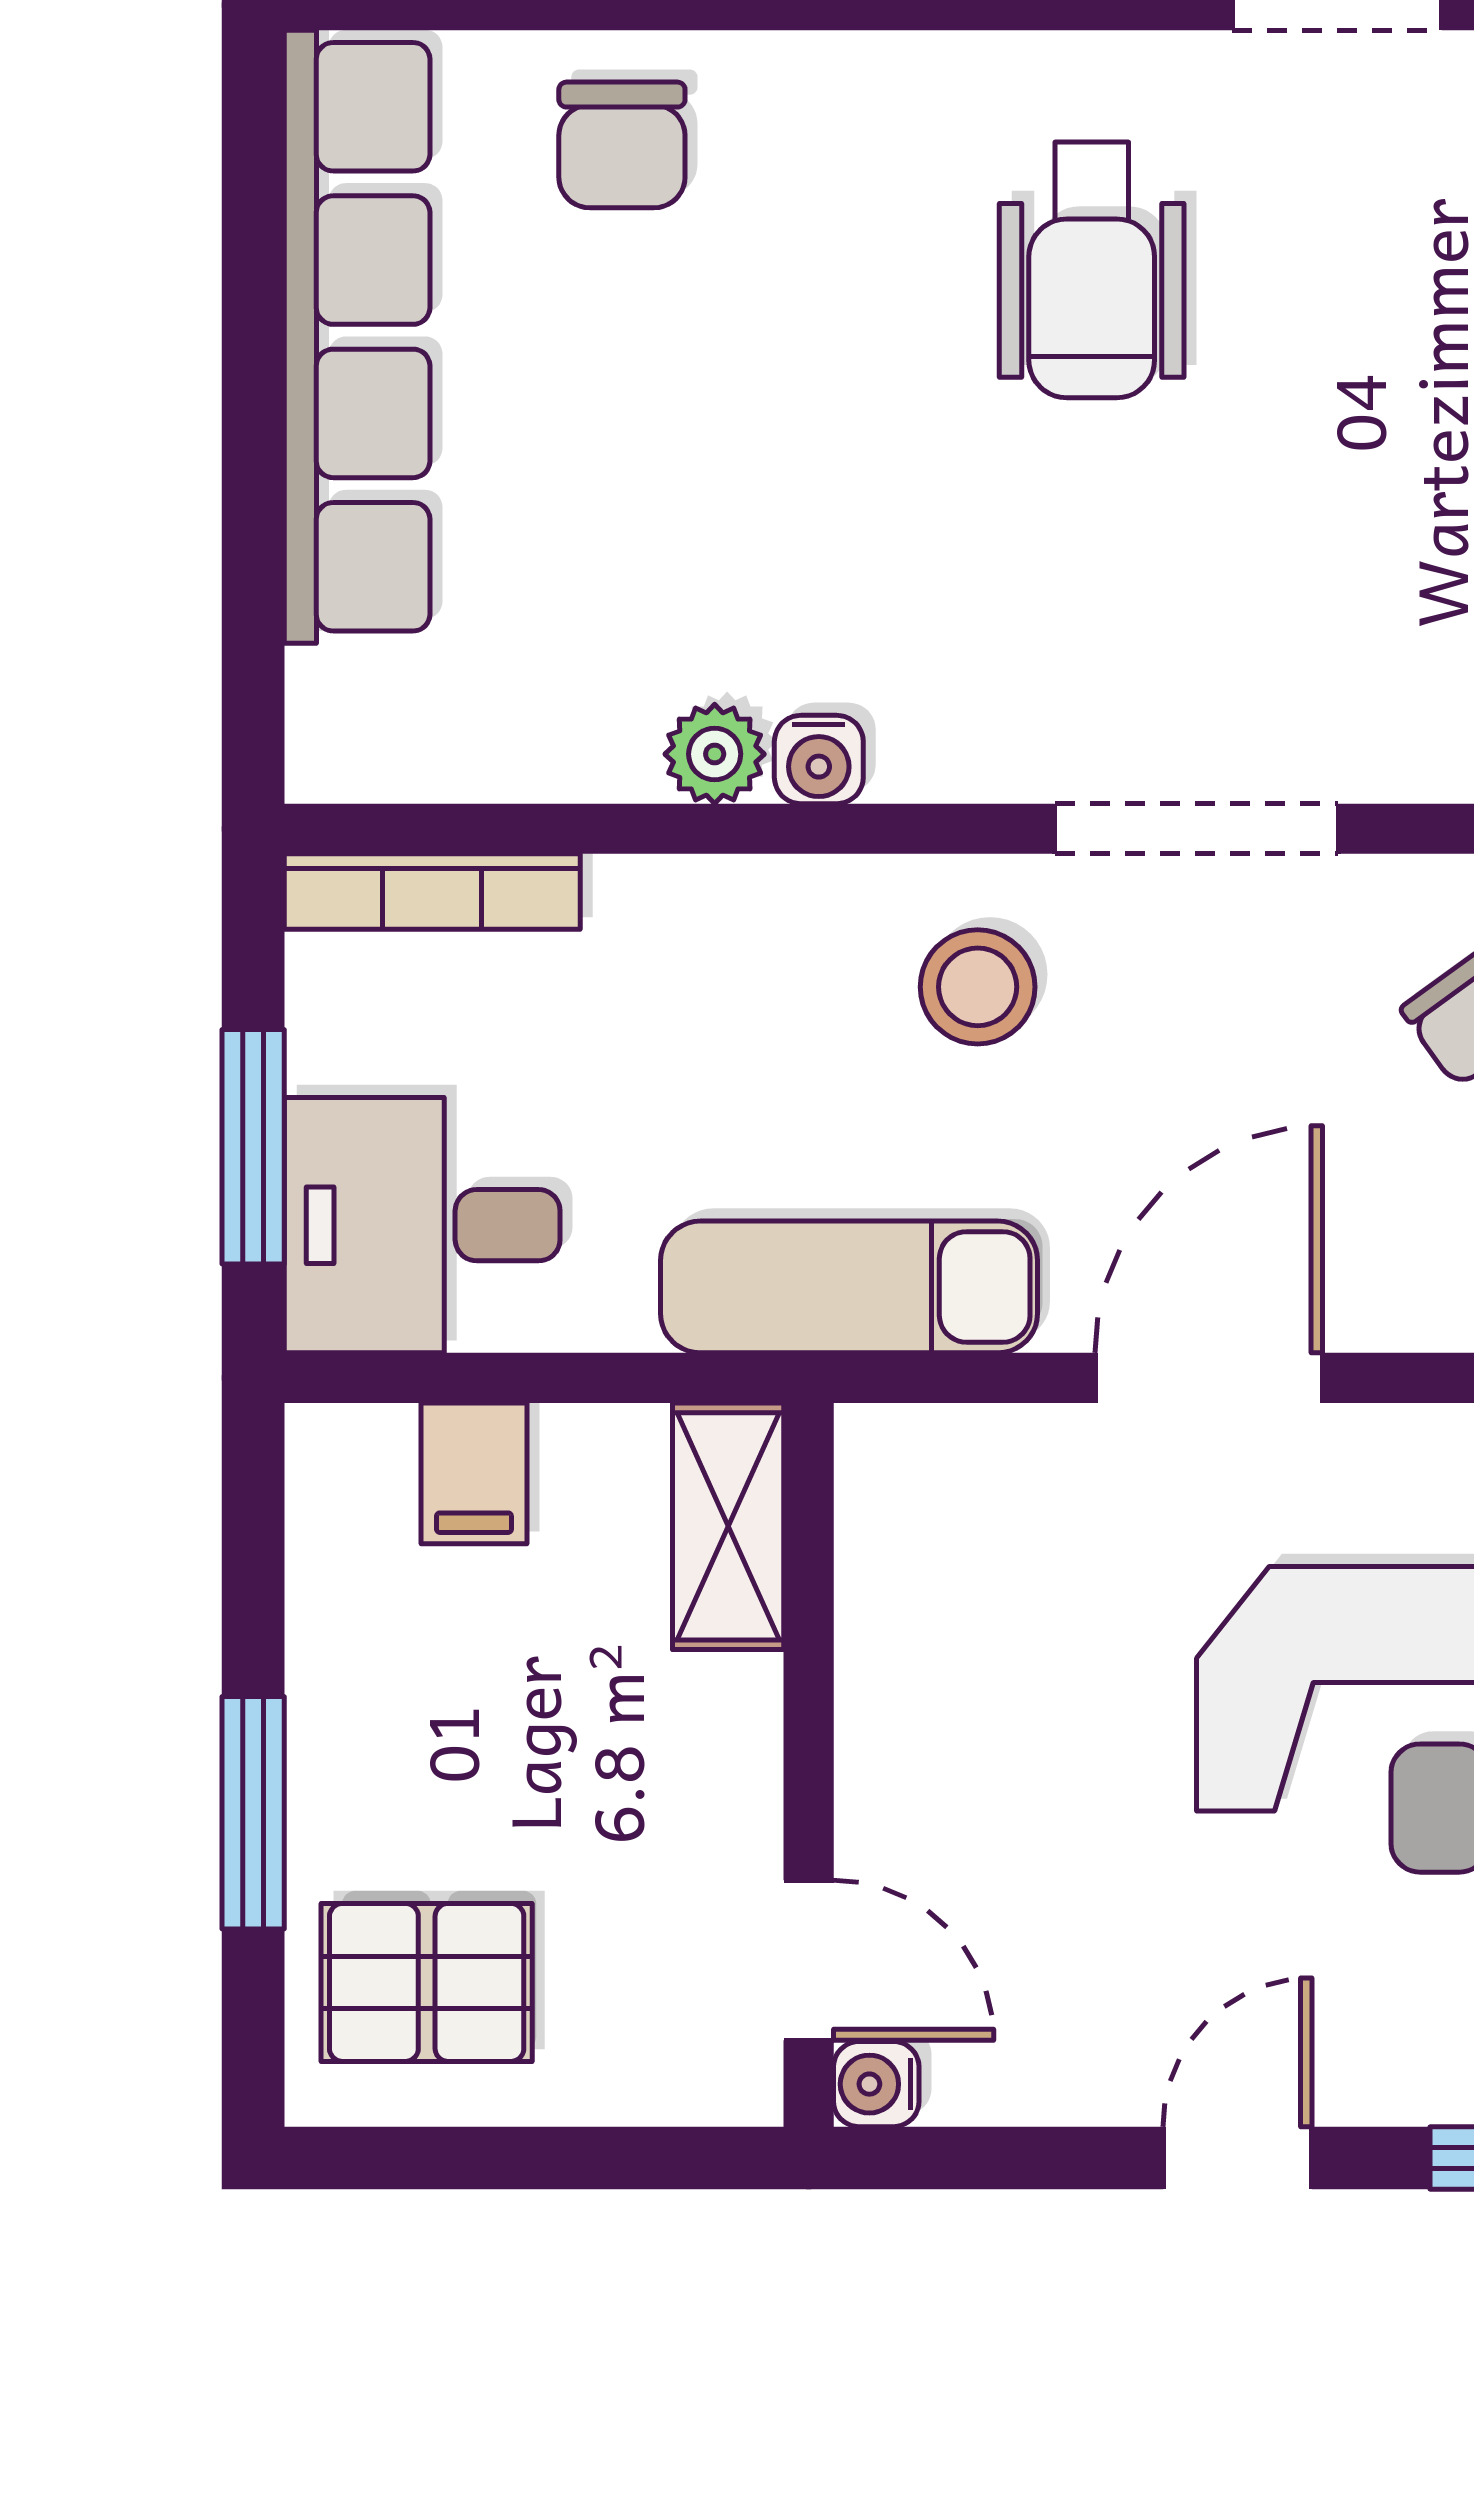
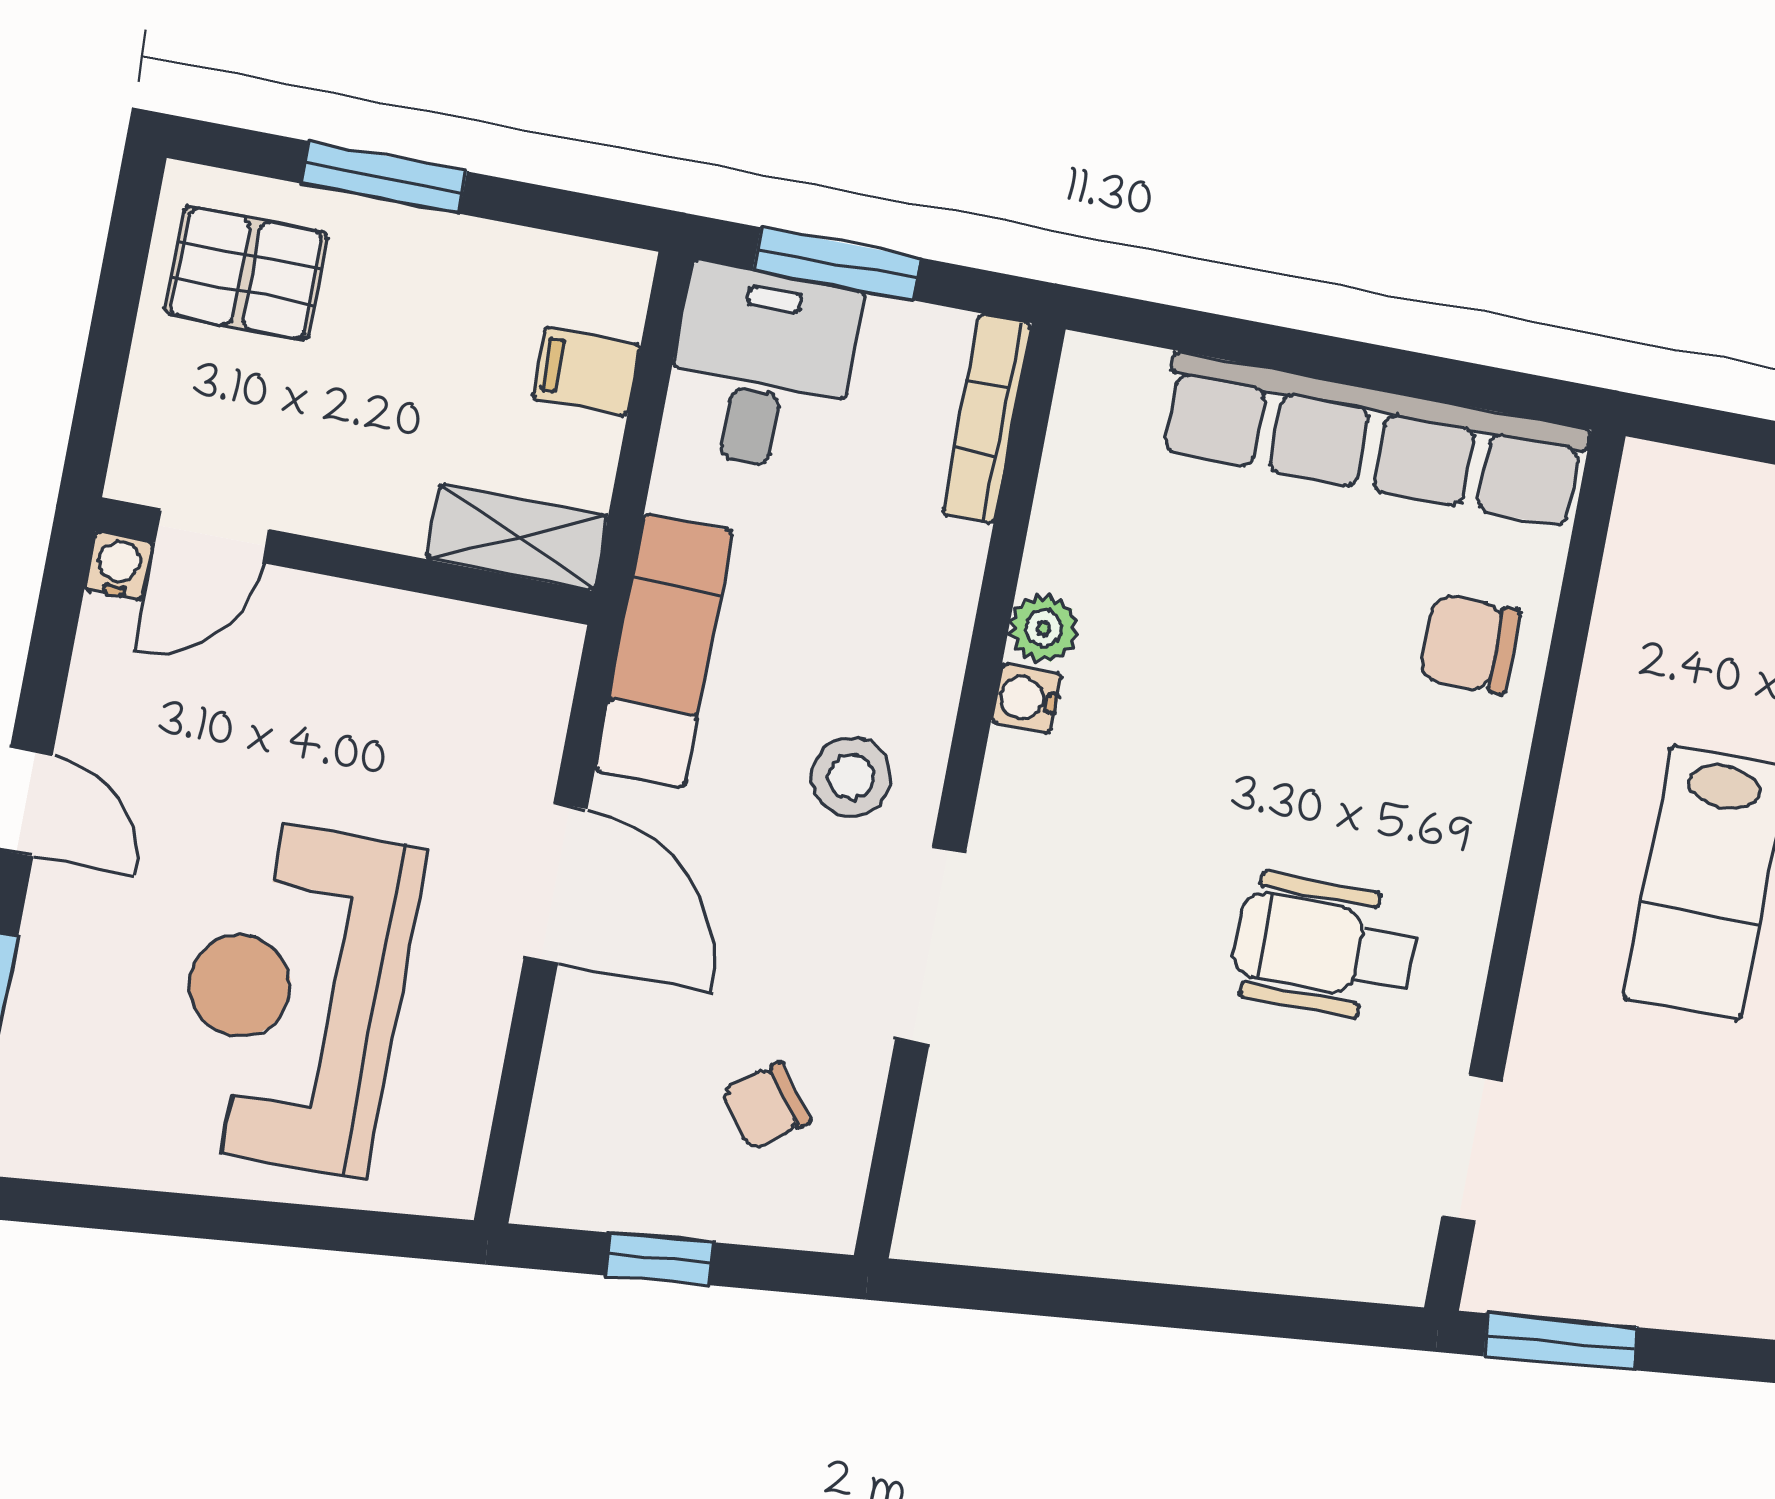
pallet: (427, 1982) -> (246, 273), turned 90

